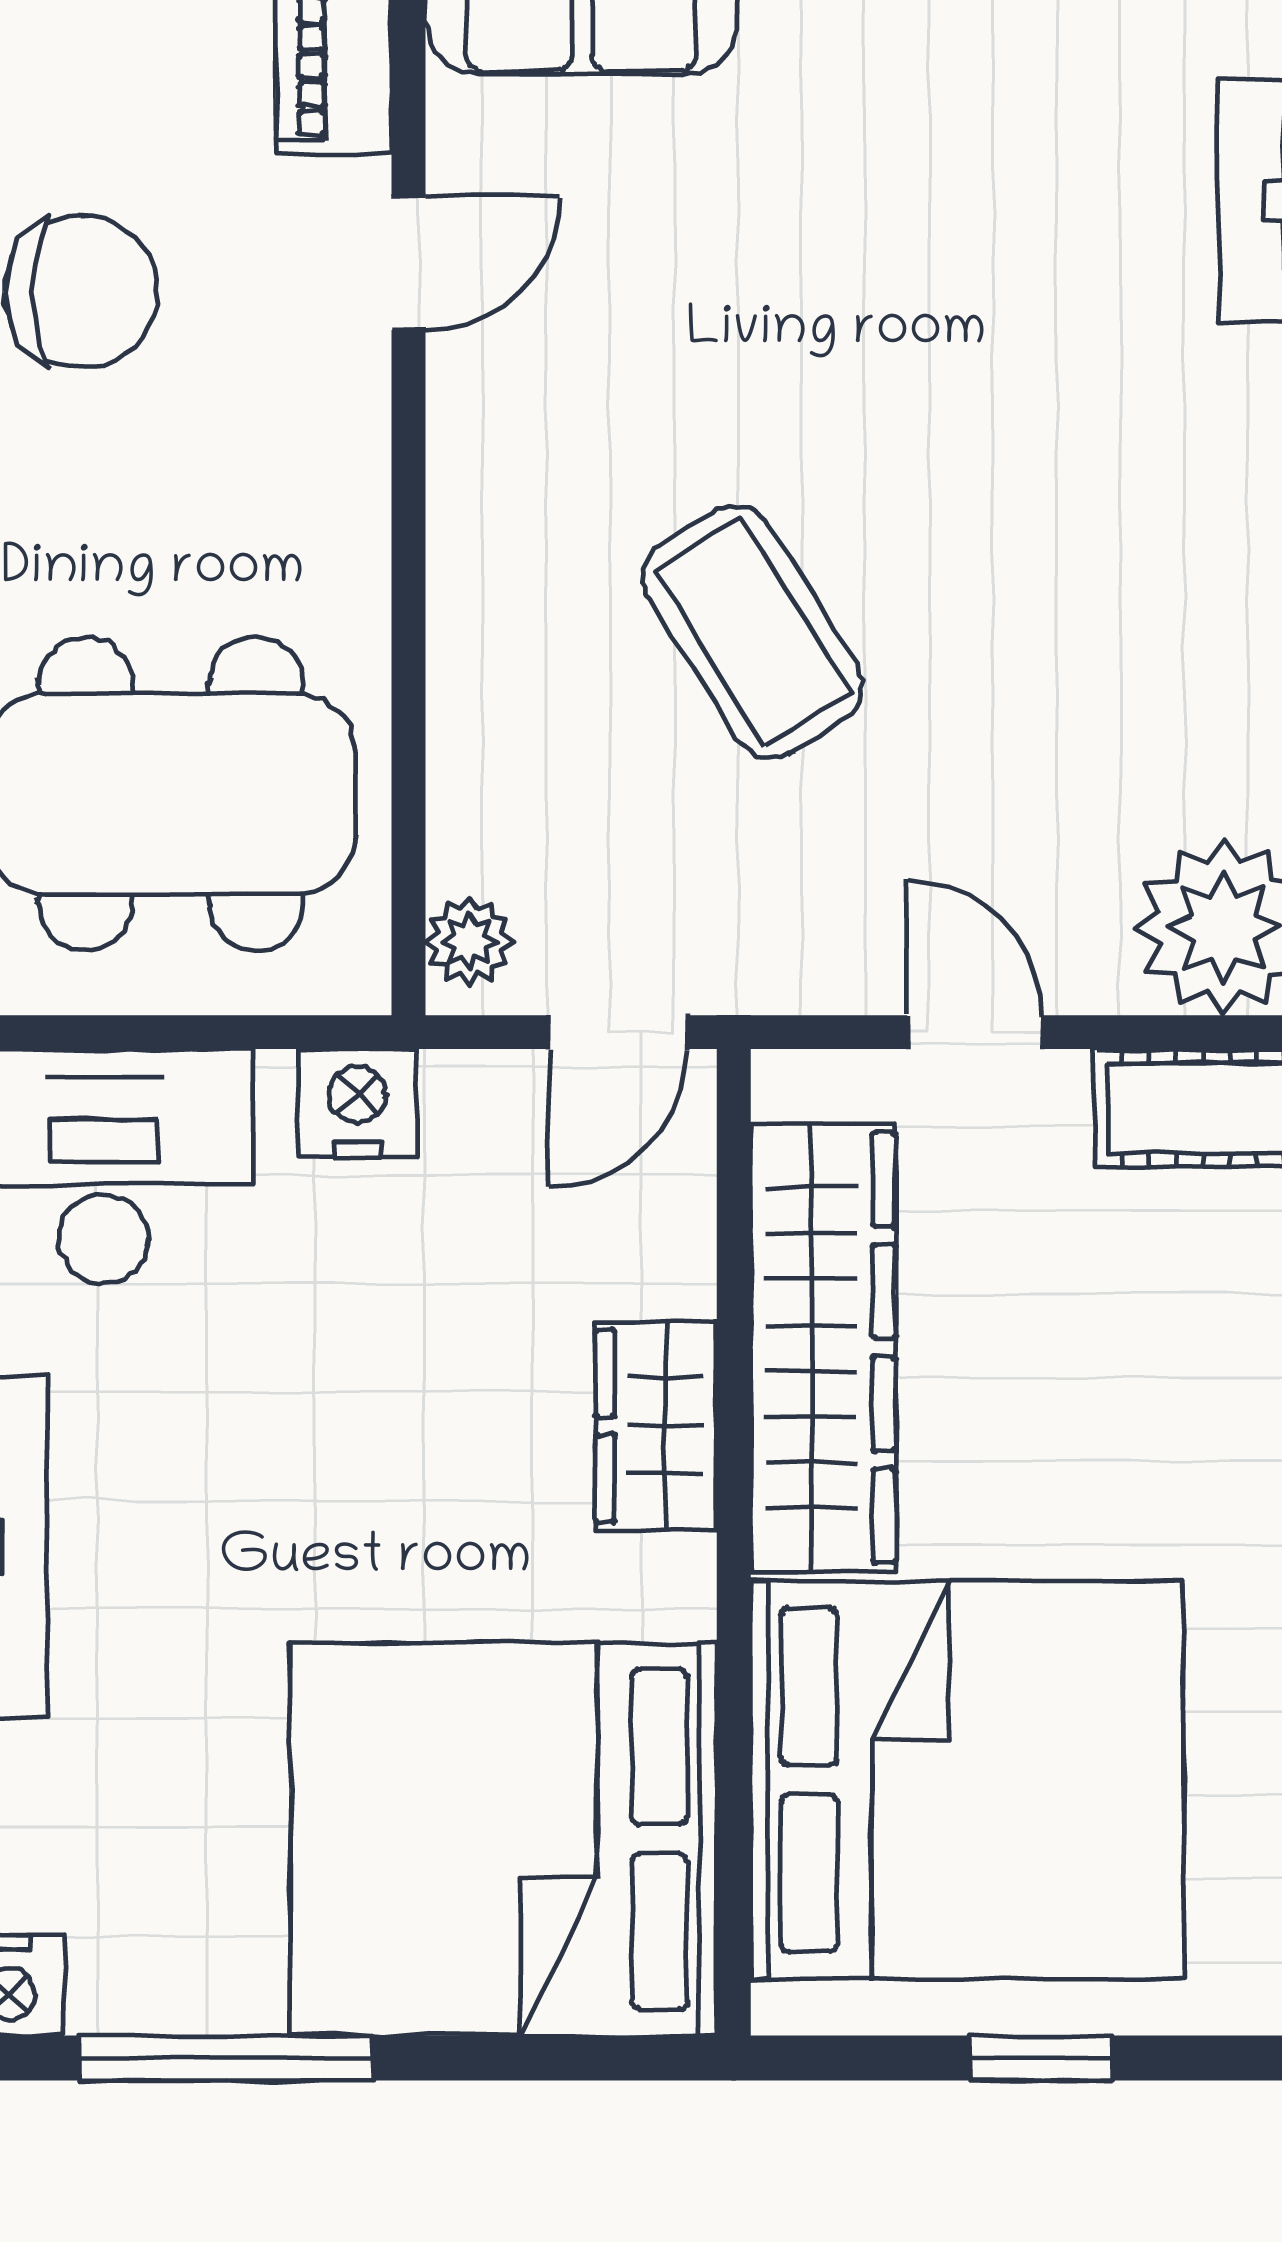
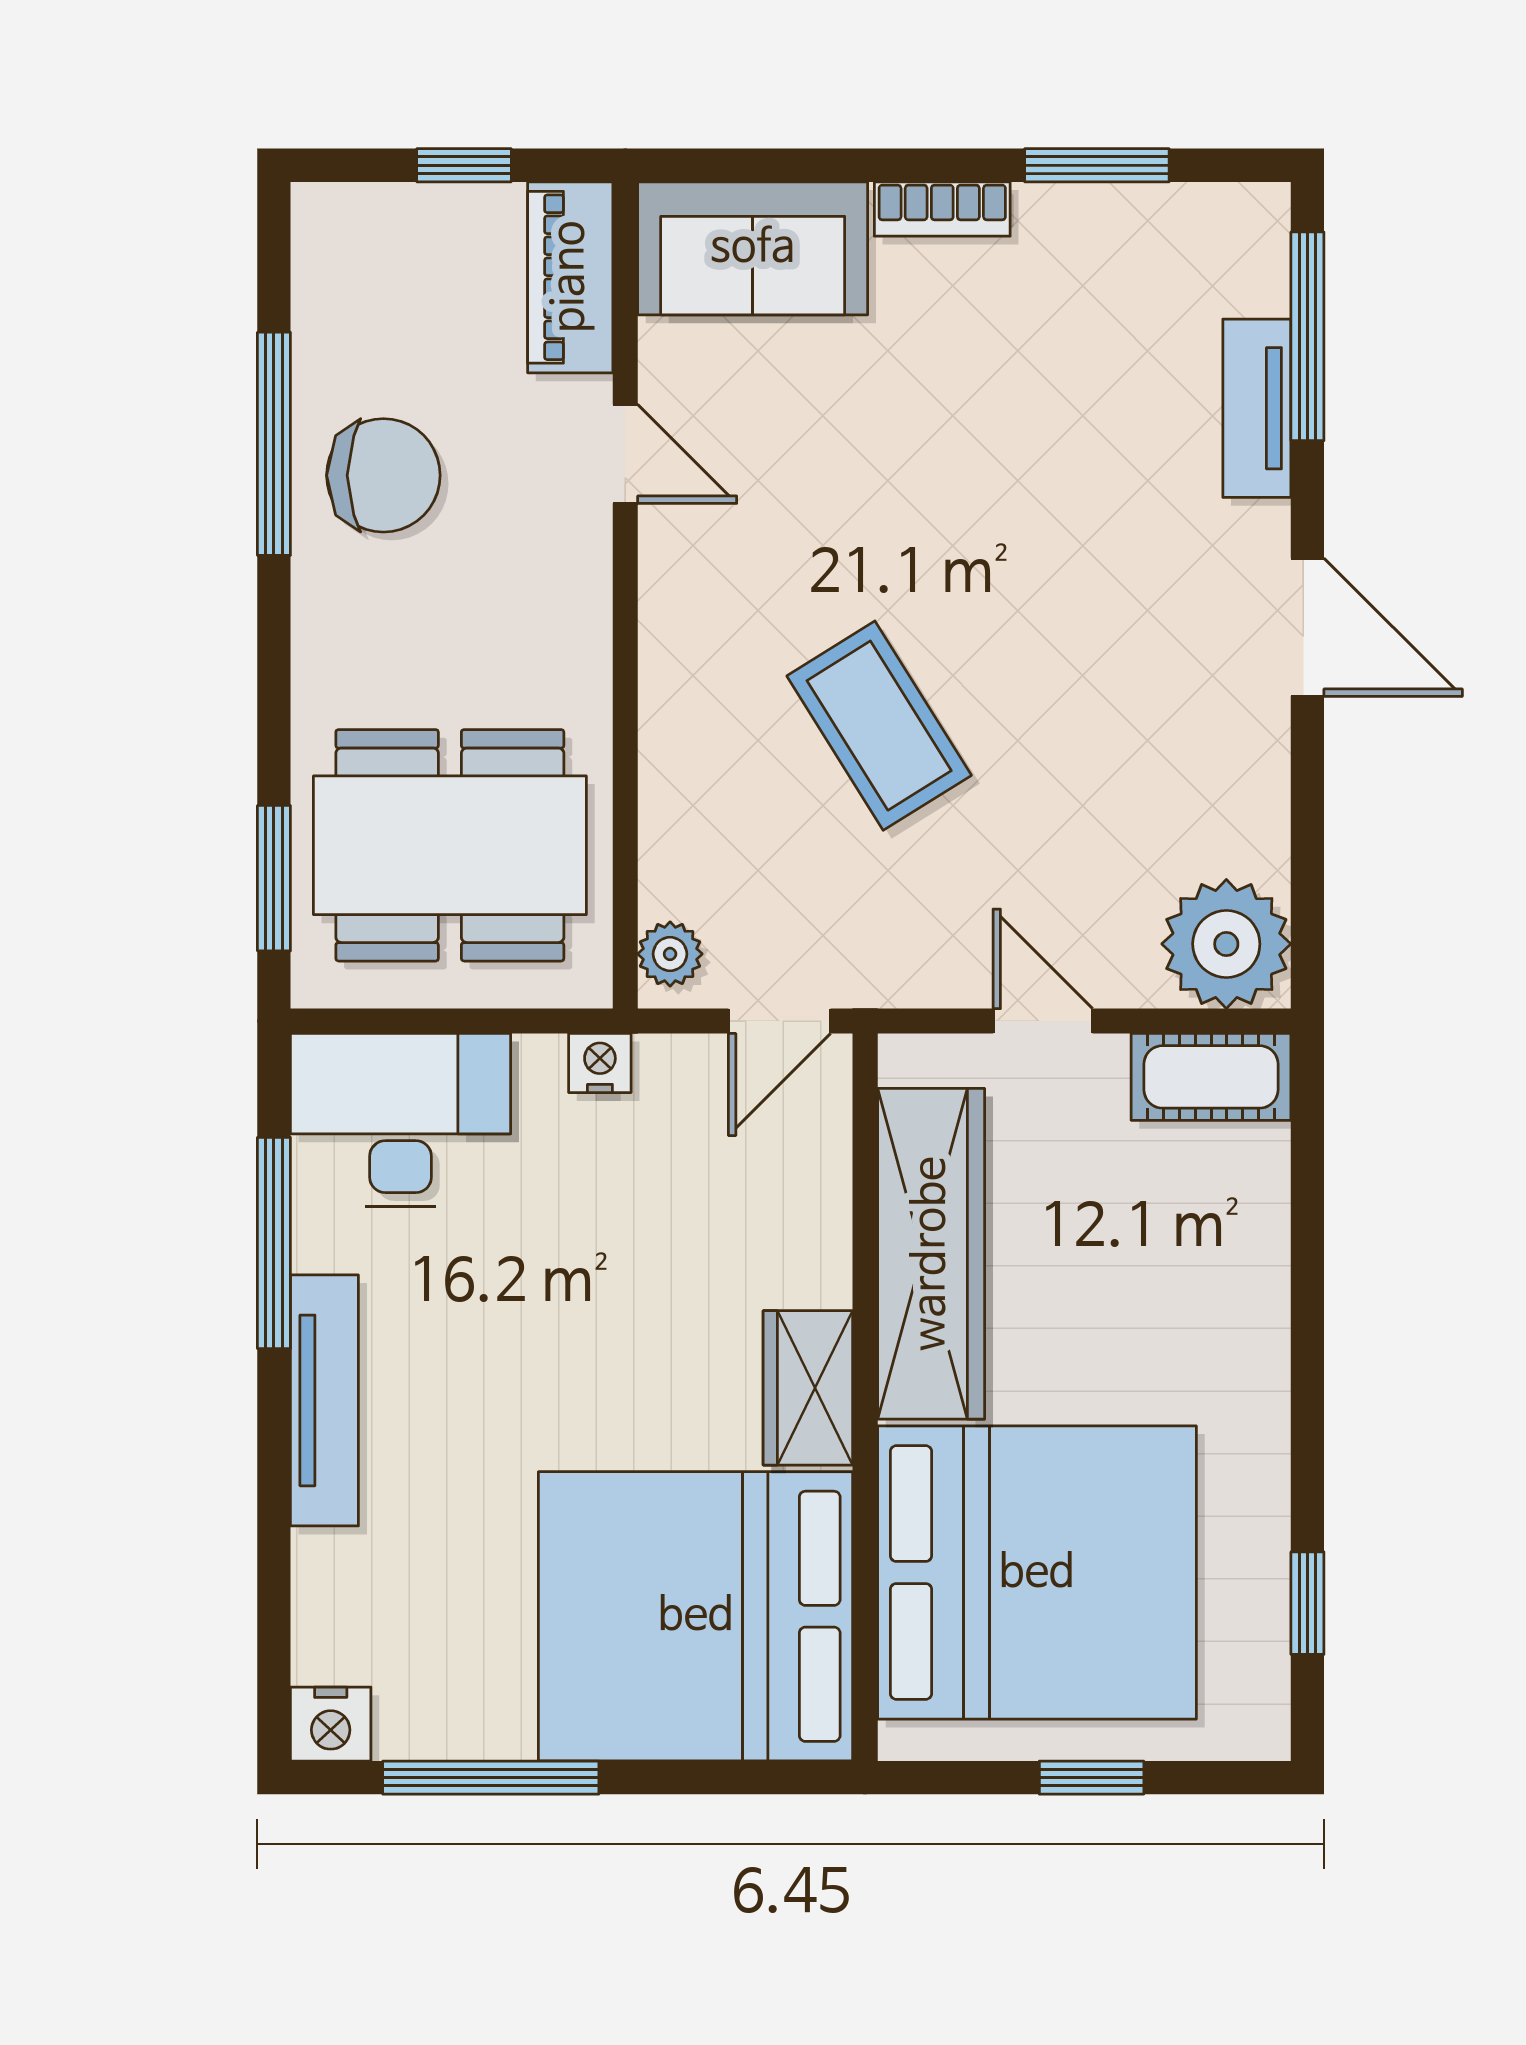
door: (409, 263) -> (625, 454), hinge flipped
nightstand: (358, 1103) -> (600, 1063), width x0.72, depth x0.74
wardrobe: (656, 1426) -> (808, 1388), moved

